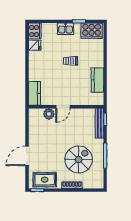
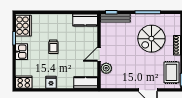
fridge: (35, 45) -> (51, 82), moved
kitchen counter: (97, 80) -> (85, 20), moved
door: (63, 107) -> (99, 54), swing flipped
spiral stairs: (79, 159) -> (151, 39), turned -90

